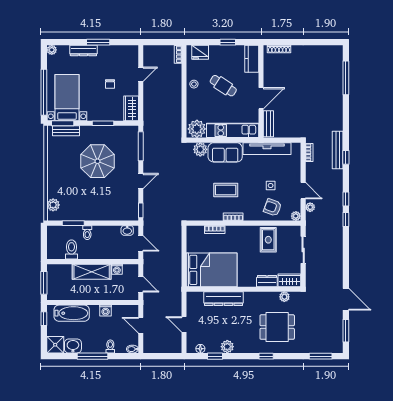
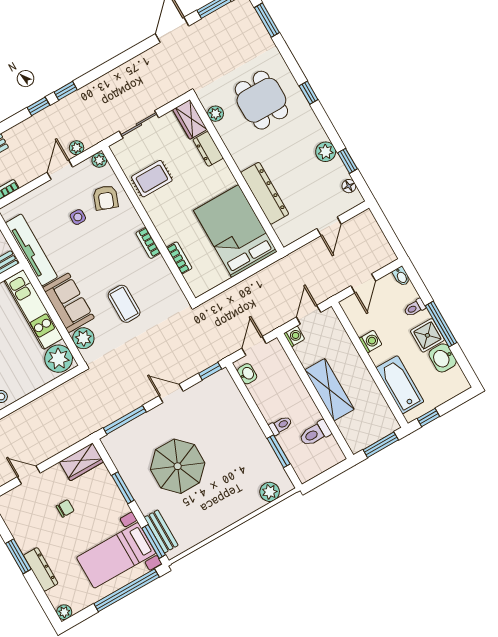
coffee table: (226, 190) -> (124, 304), moved
washing machine: (117, 269) -> (294, 336), moved
shower: (55, 345) -> (427, 335), moved

